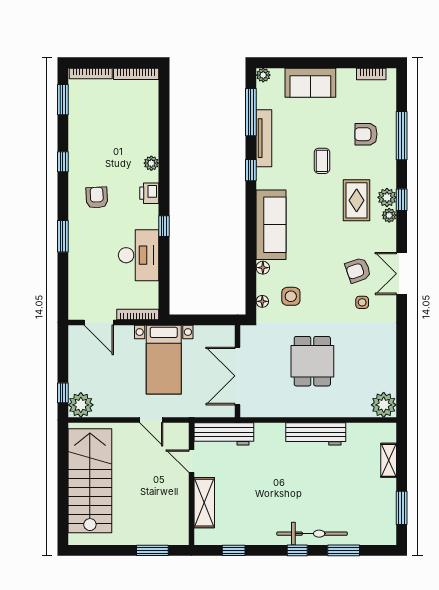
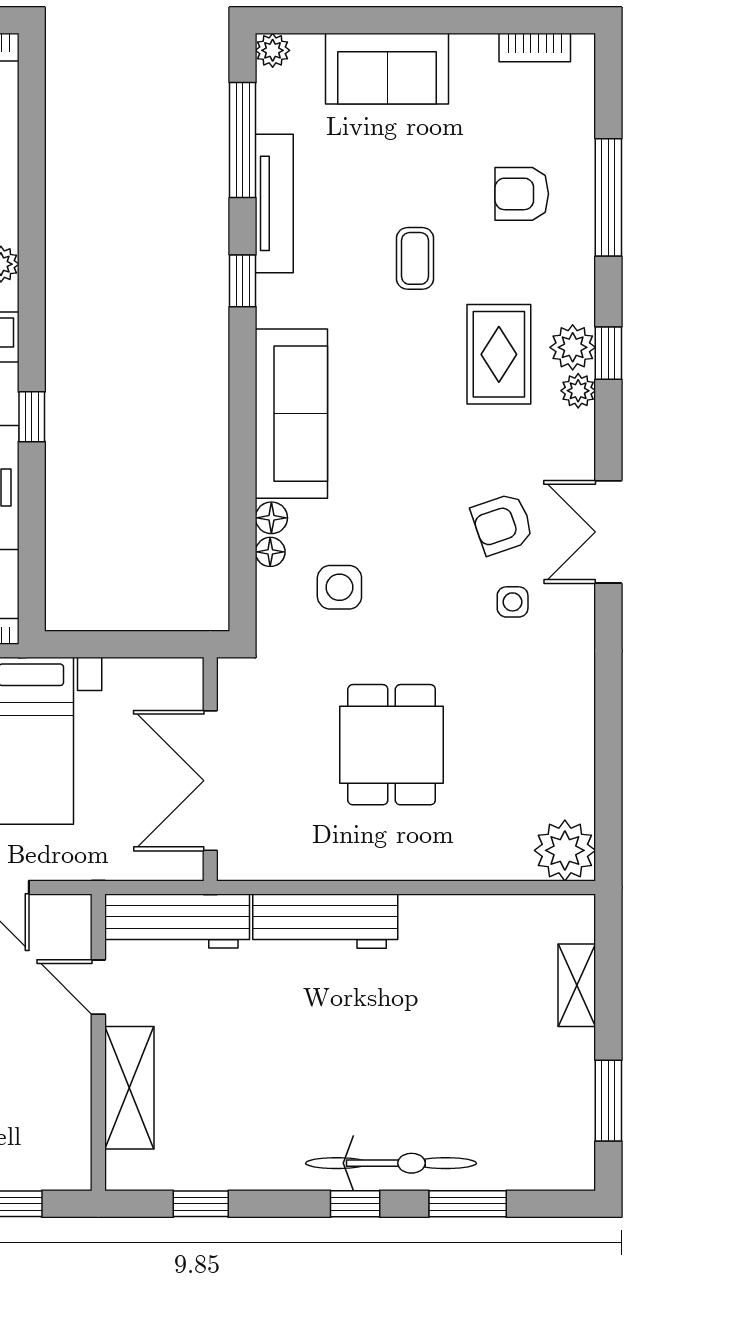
floor lamp: (262, 301) -> (270, 552), moved
workbench: (316, 434) -> (325, 921), moved

